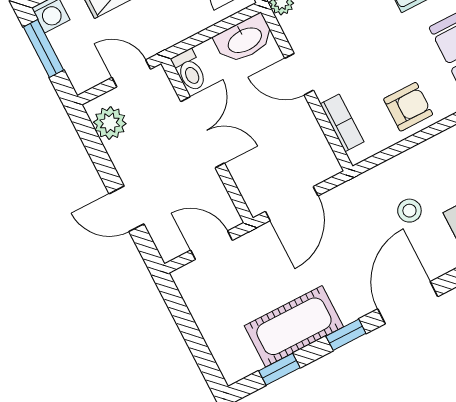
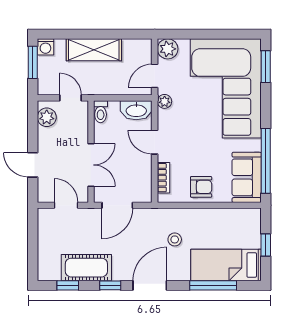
double door: (203, 132) -> (91, 165), moved

